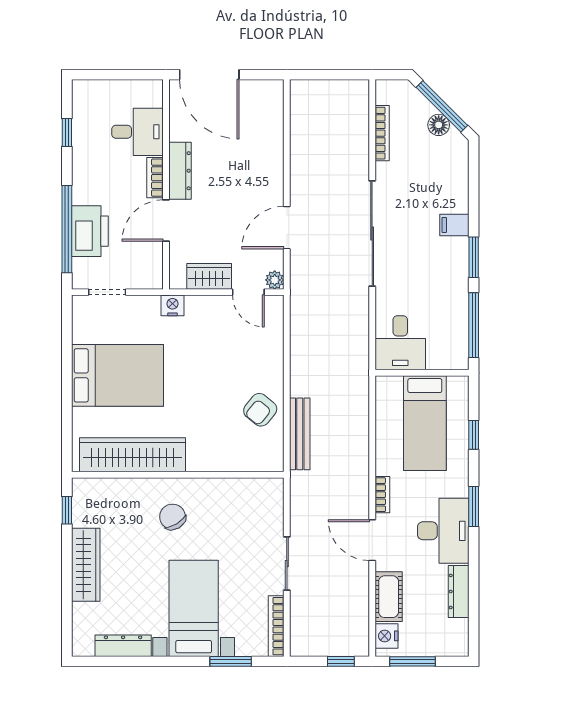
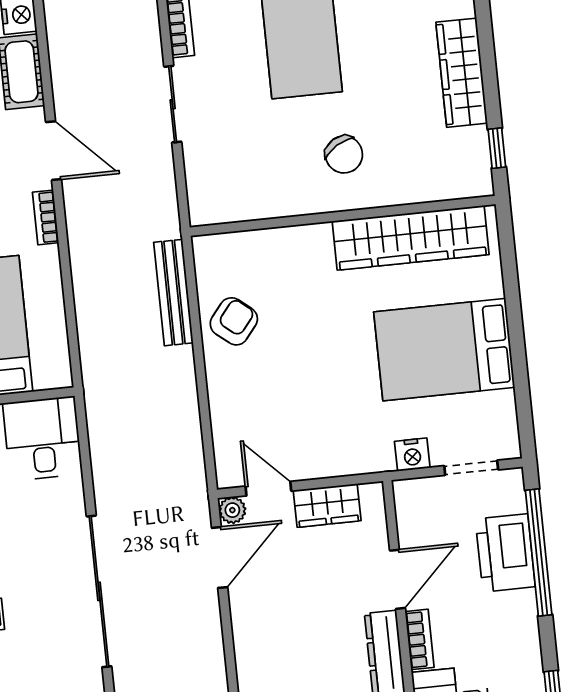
door: (287, 228) -> (220, 557), moved
nightstand: (173, 305) -> (412, 455), moved

